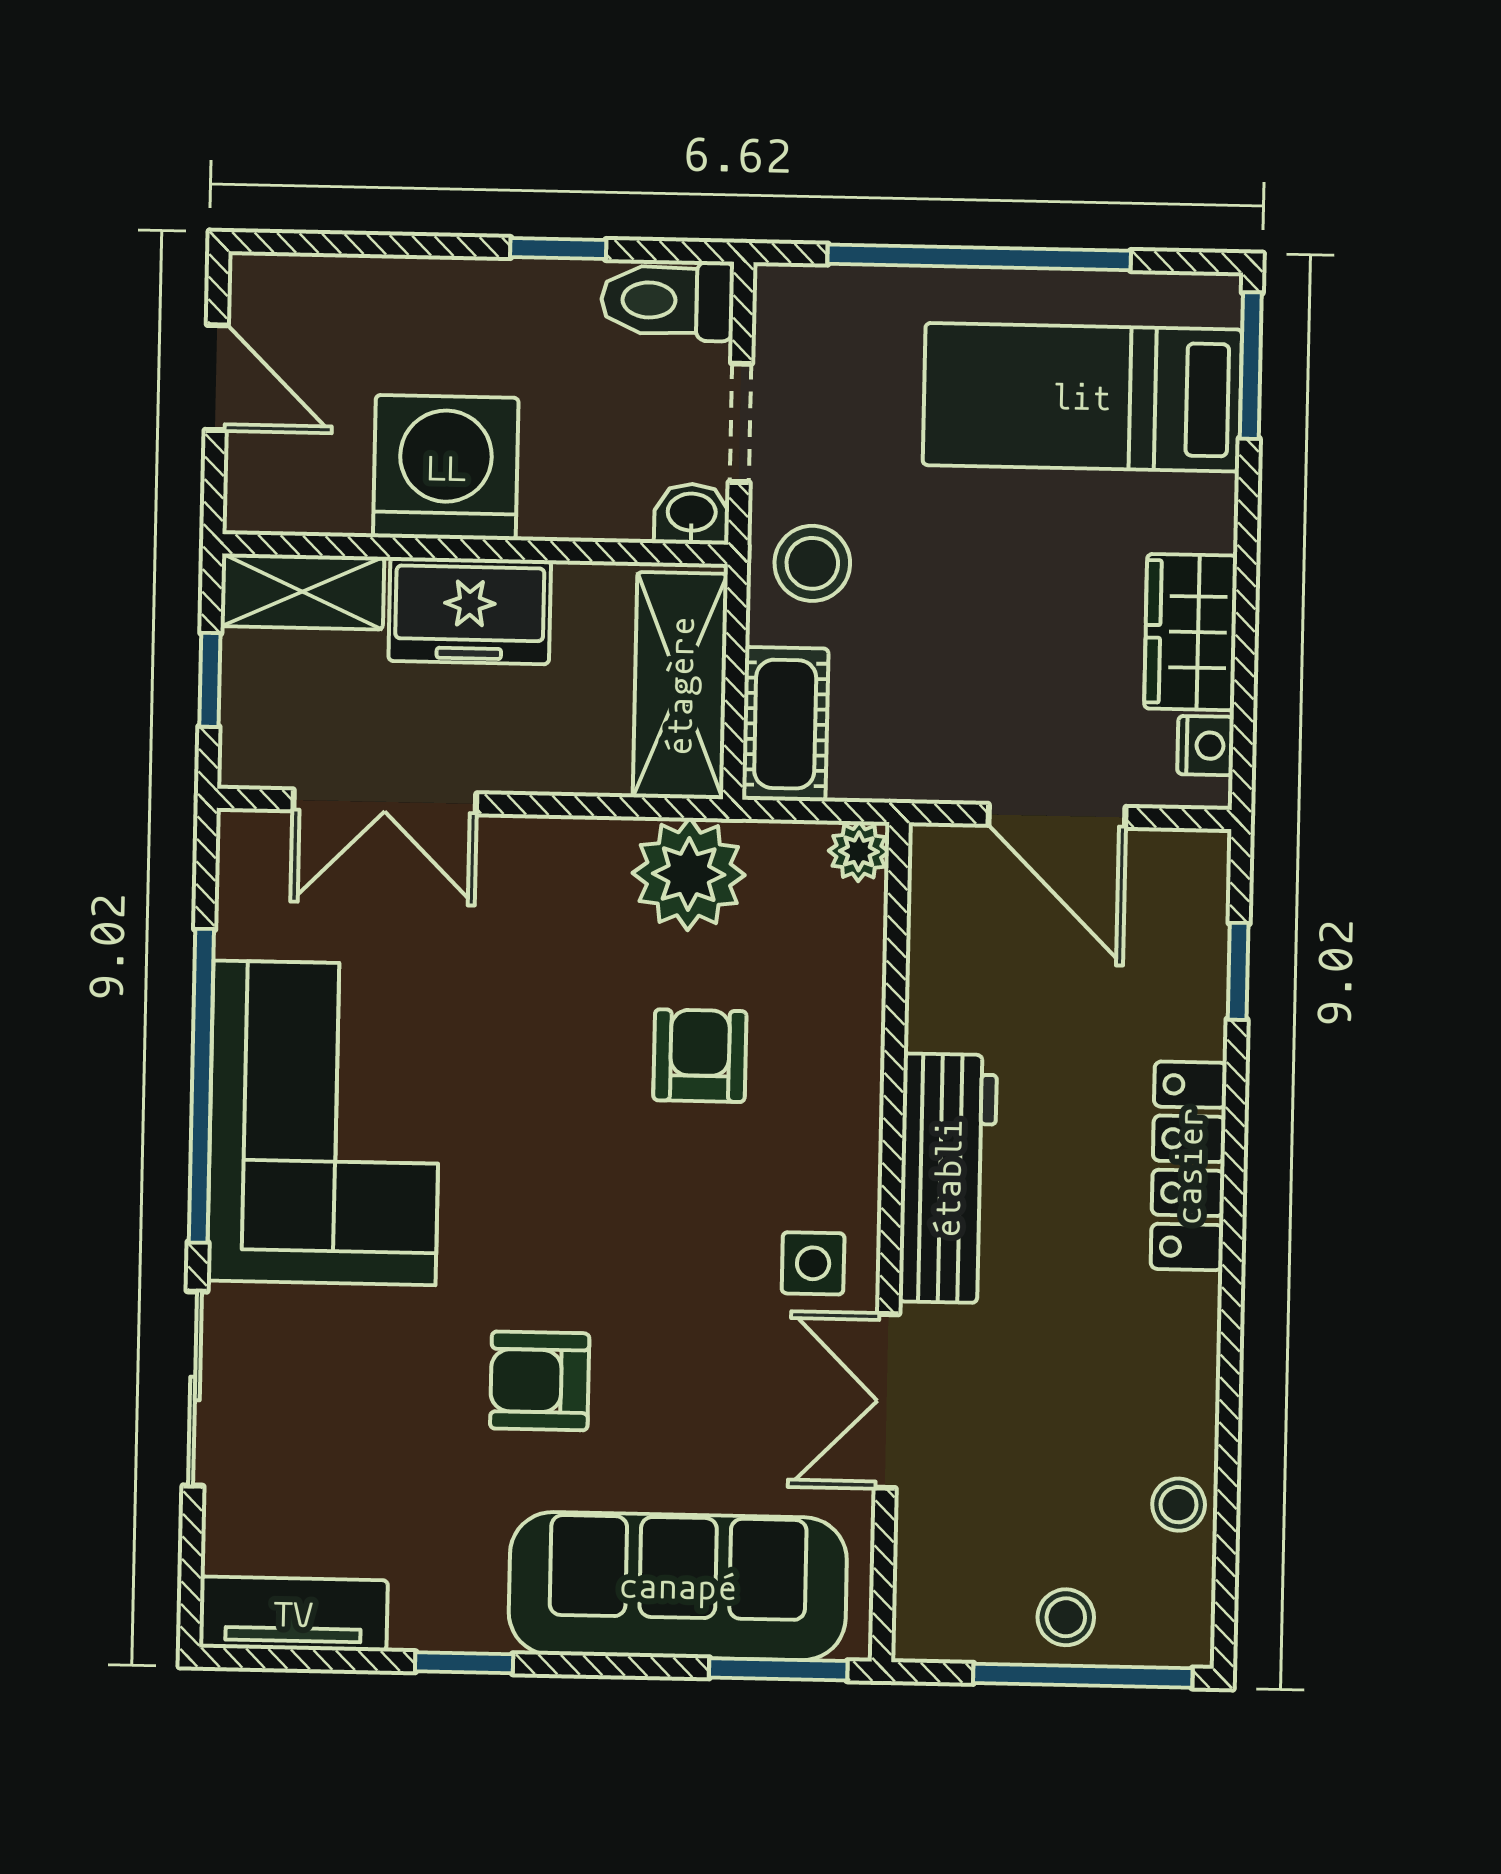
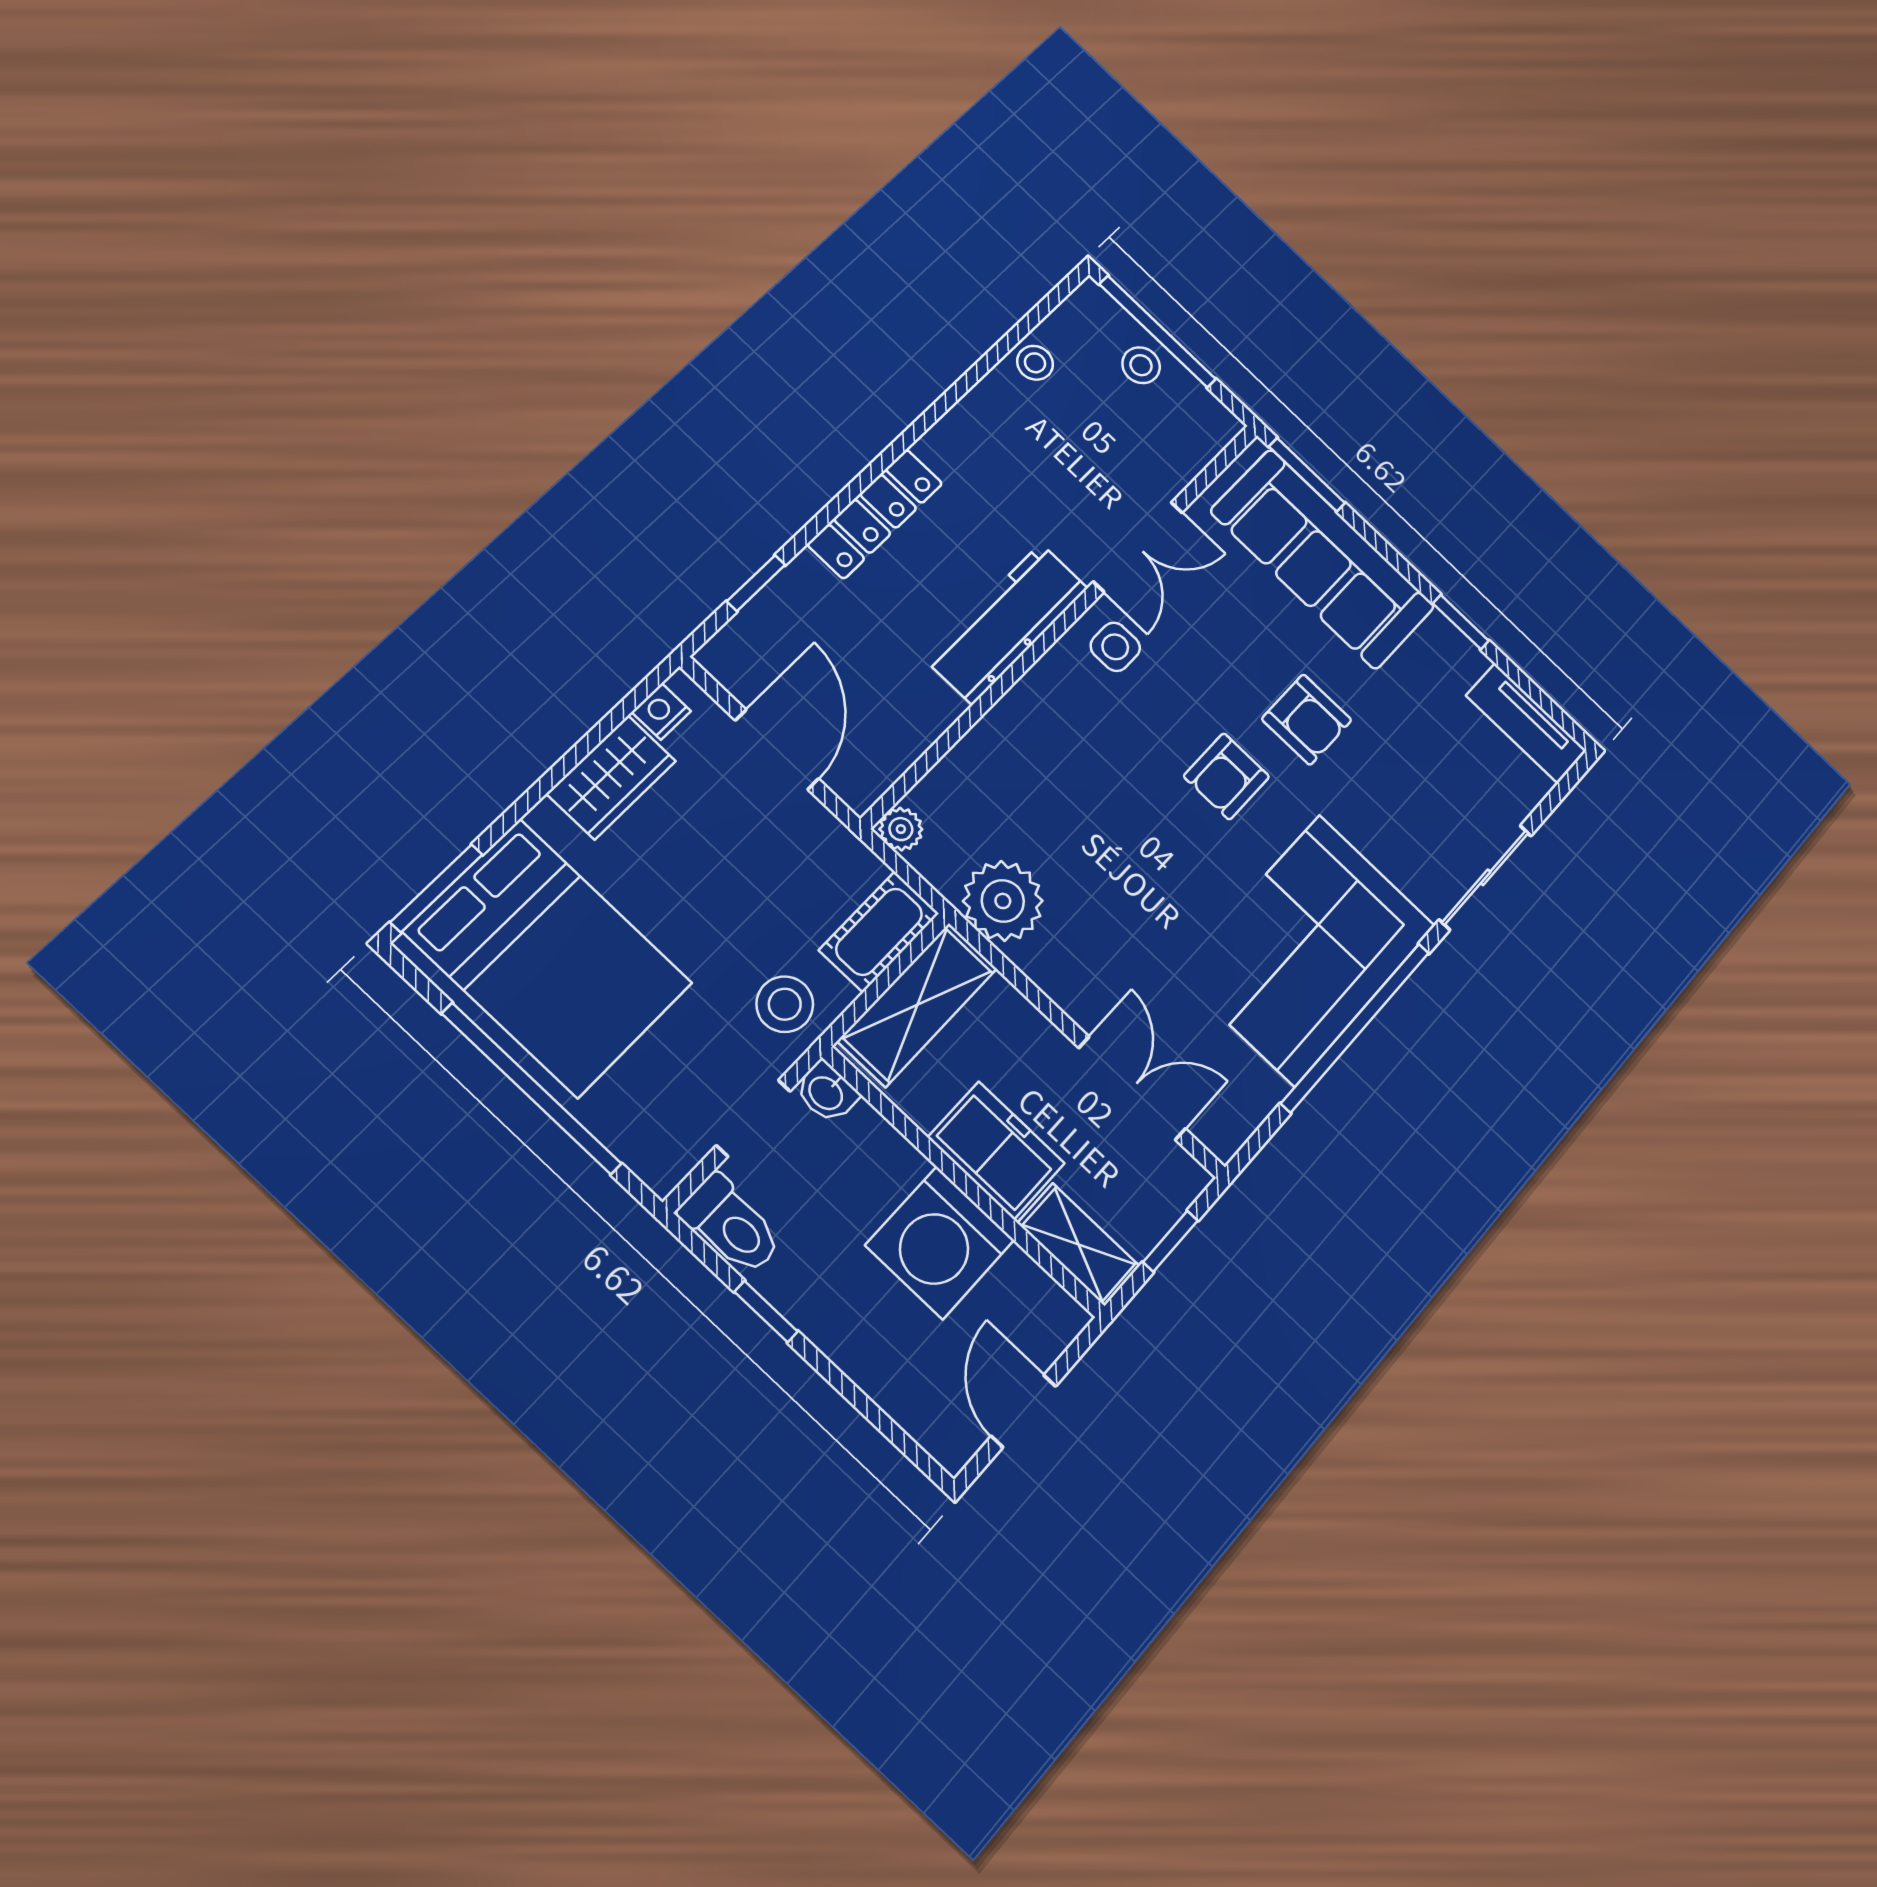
bed: (1082, 397) -> (548, 958), width x1.50
armchair: (700, 1056) -> (1226, 776), moved

